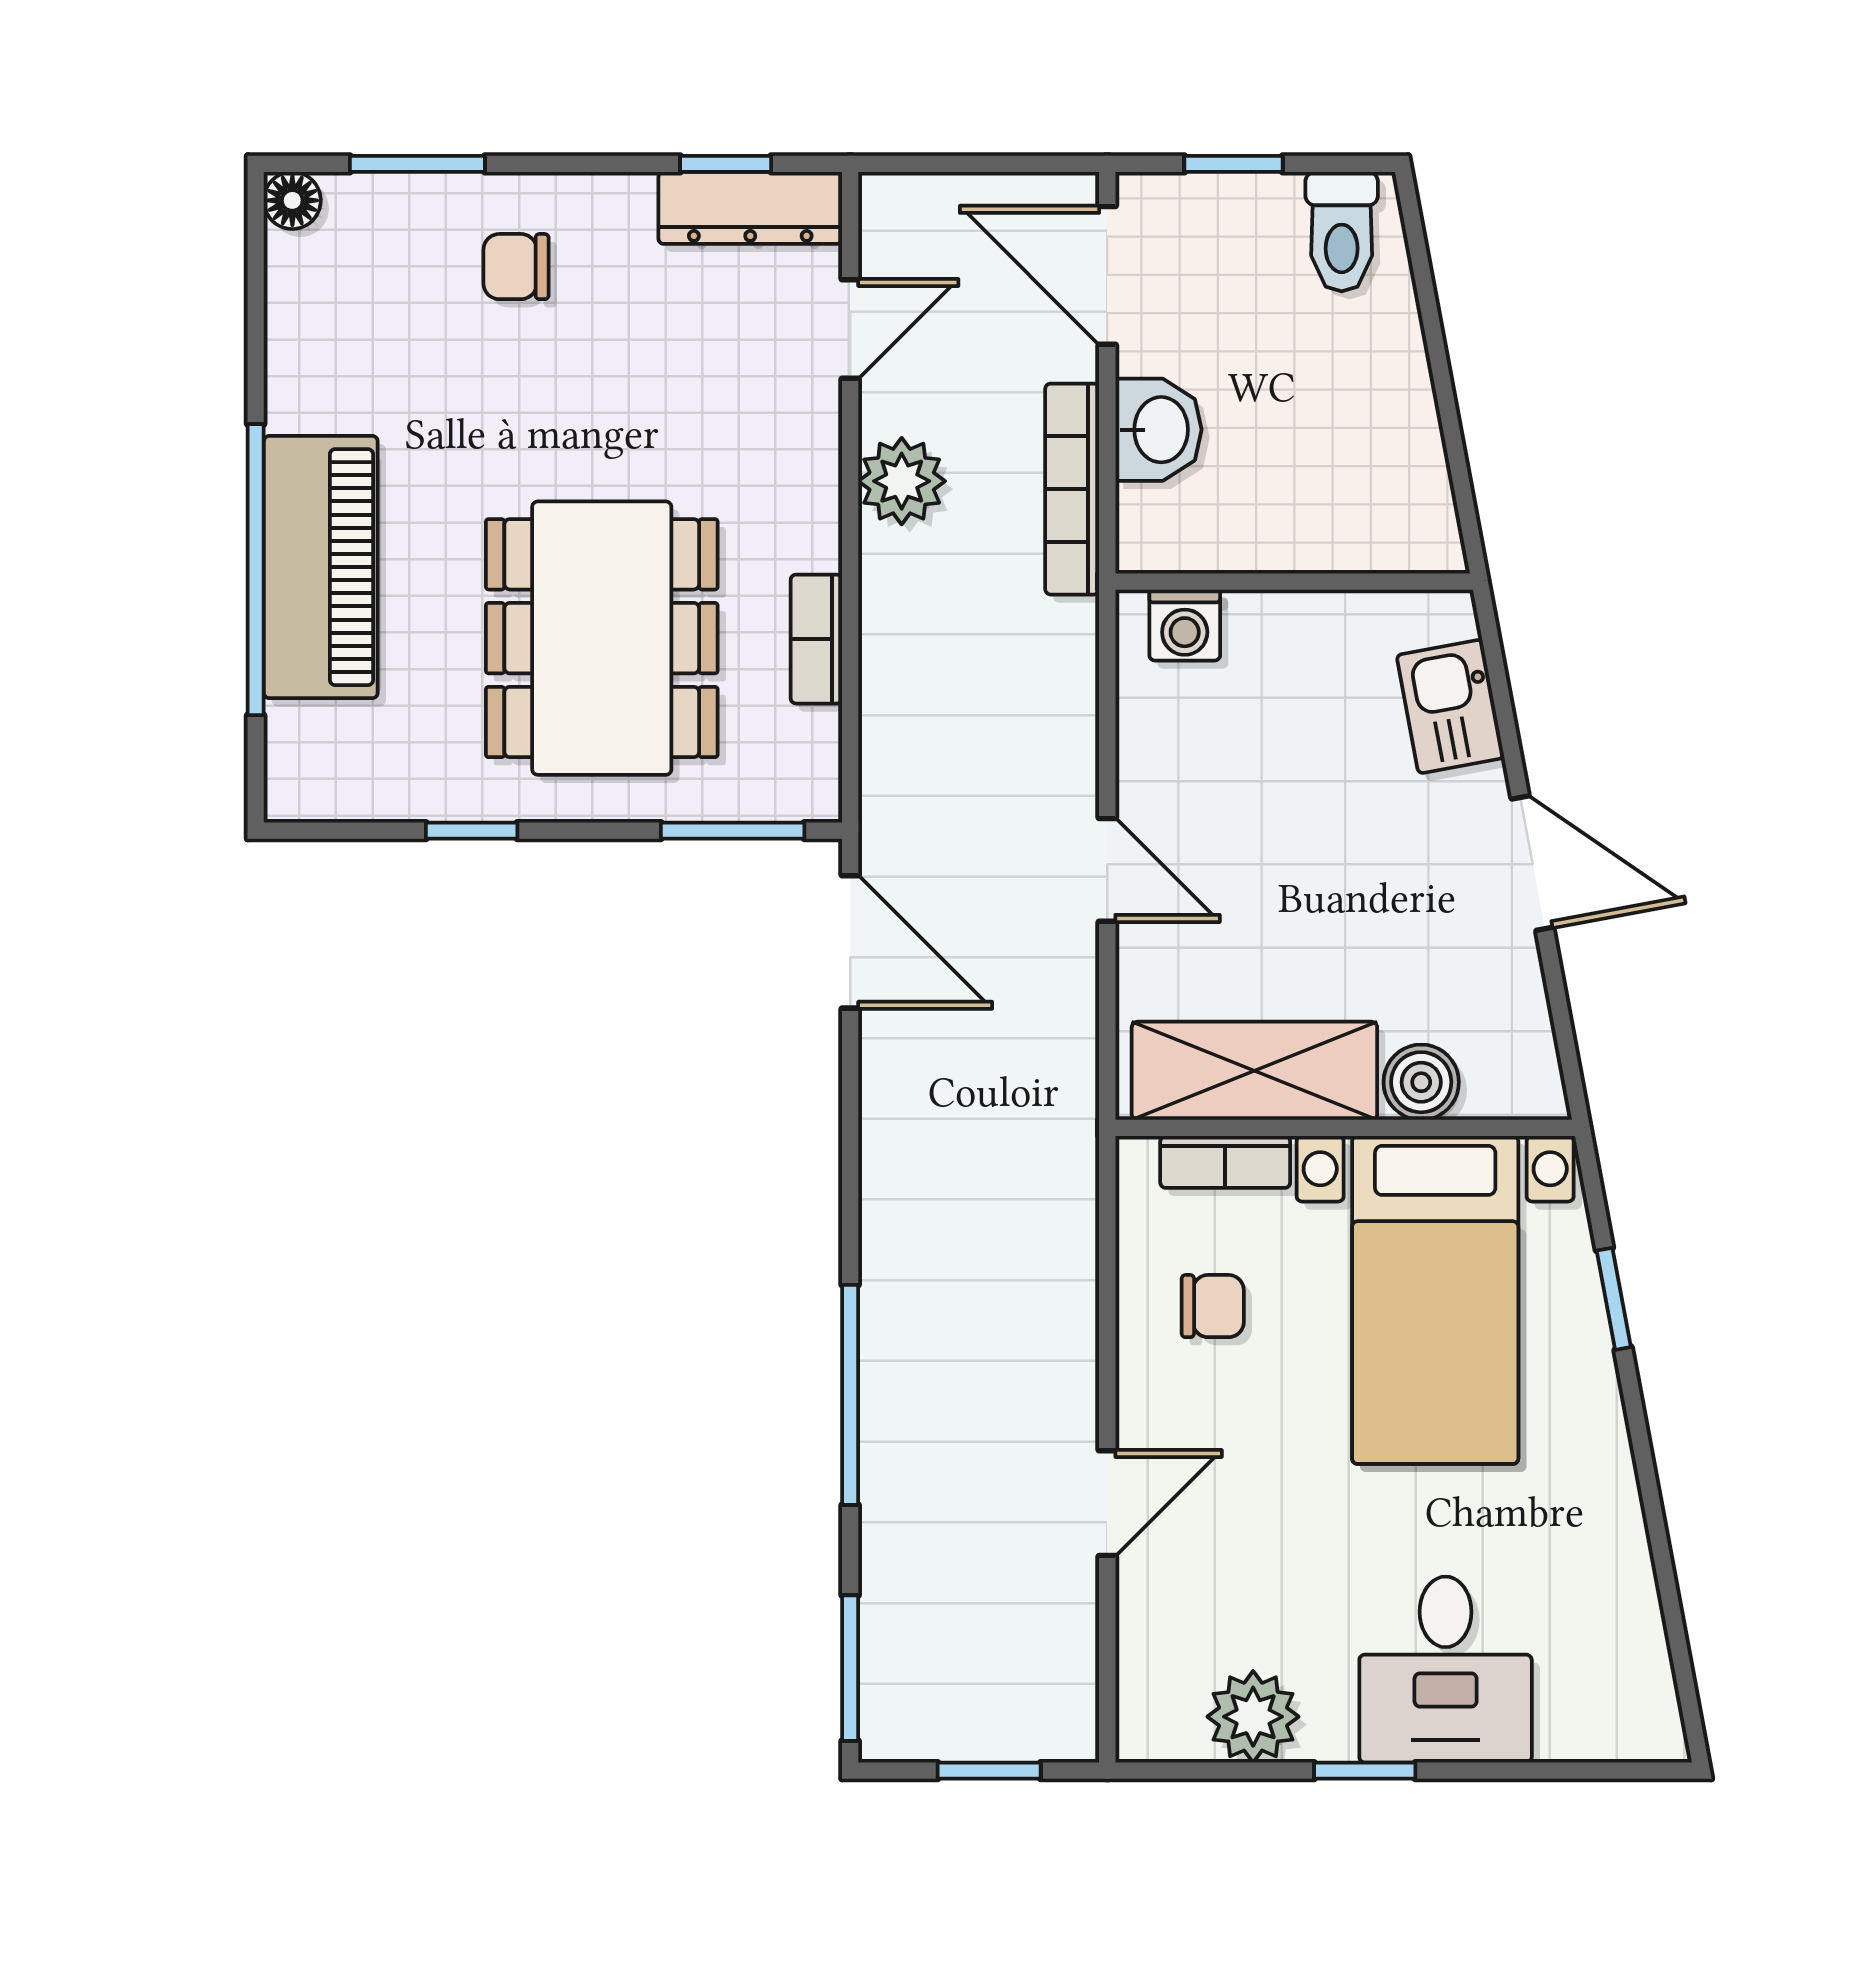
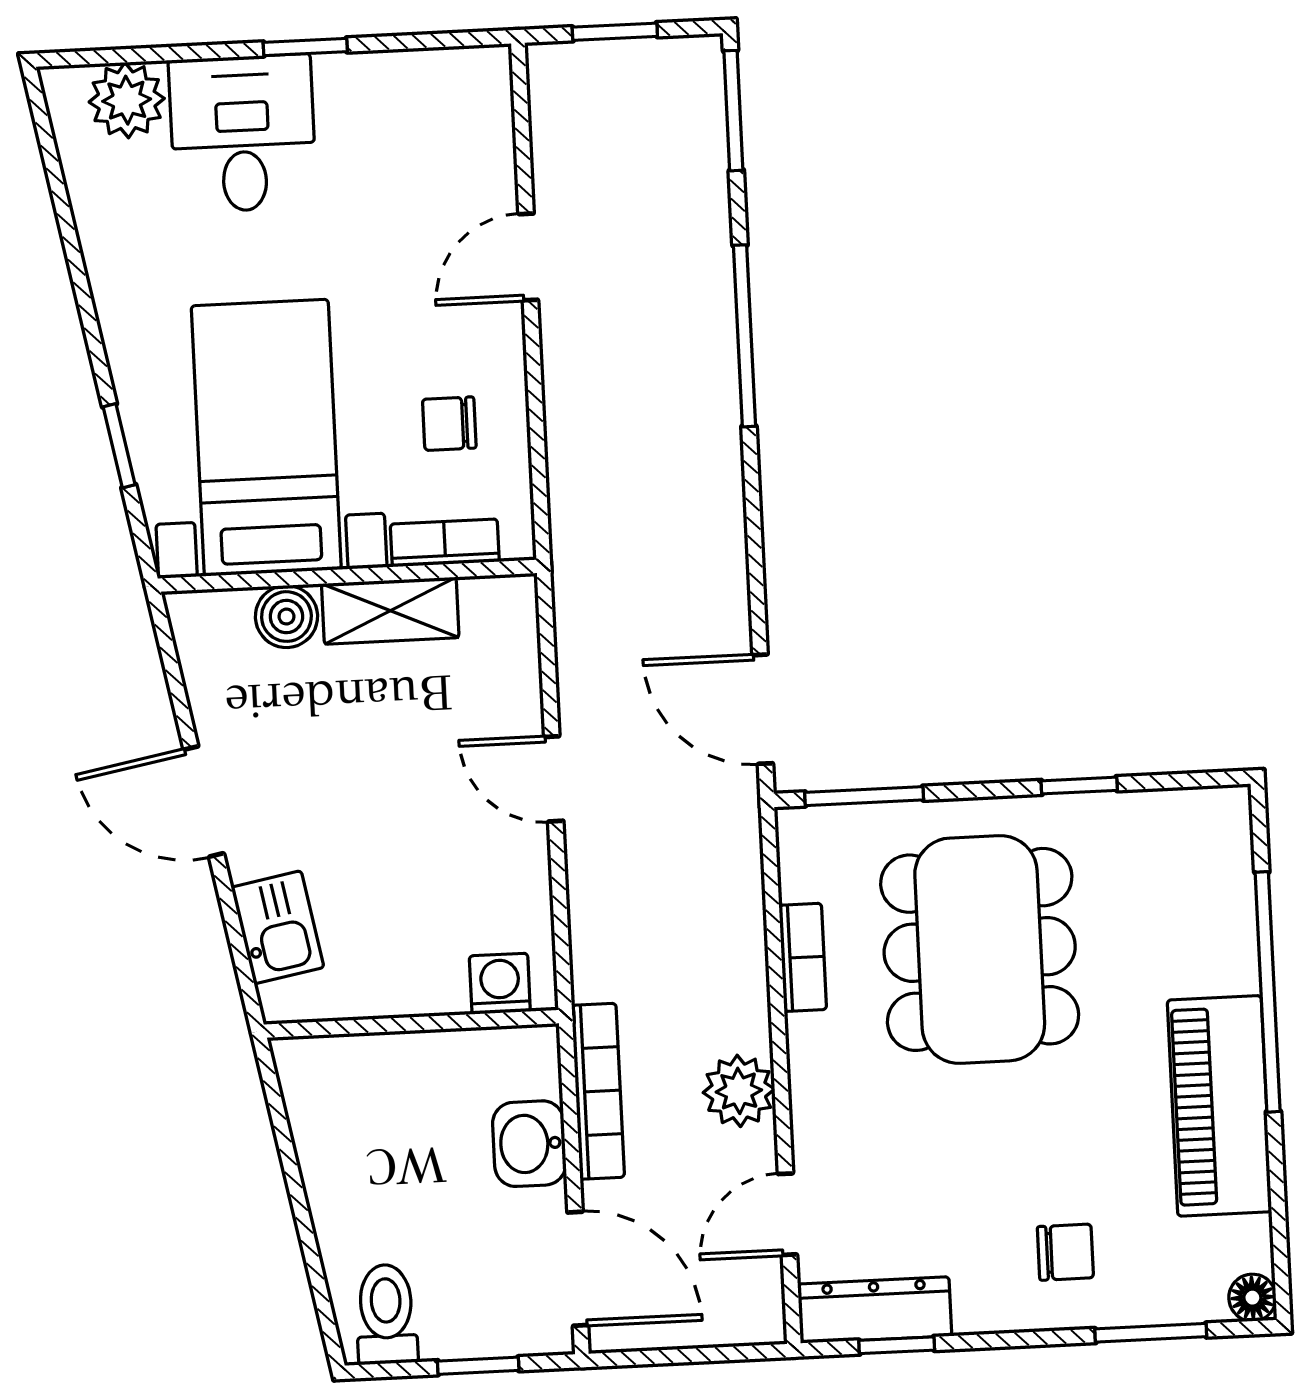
piano: (321, 567) -> (1219, 1106), moved
shelving: (1254, 1071) -> (390, 611), width x0.67, depth x0.75
plant: (1253, 1717) -> (127, 100), moved

